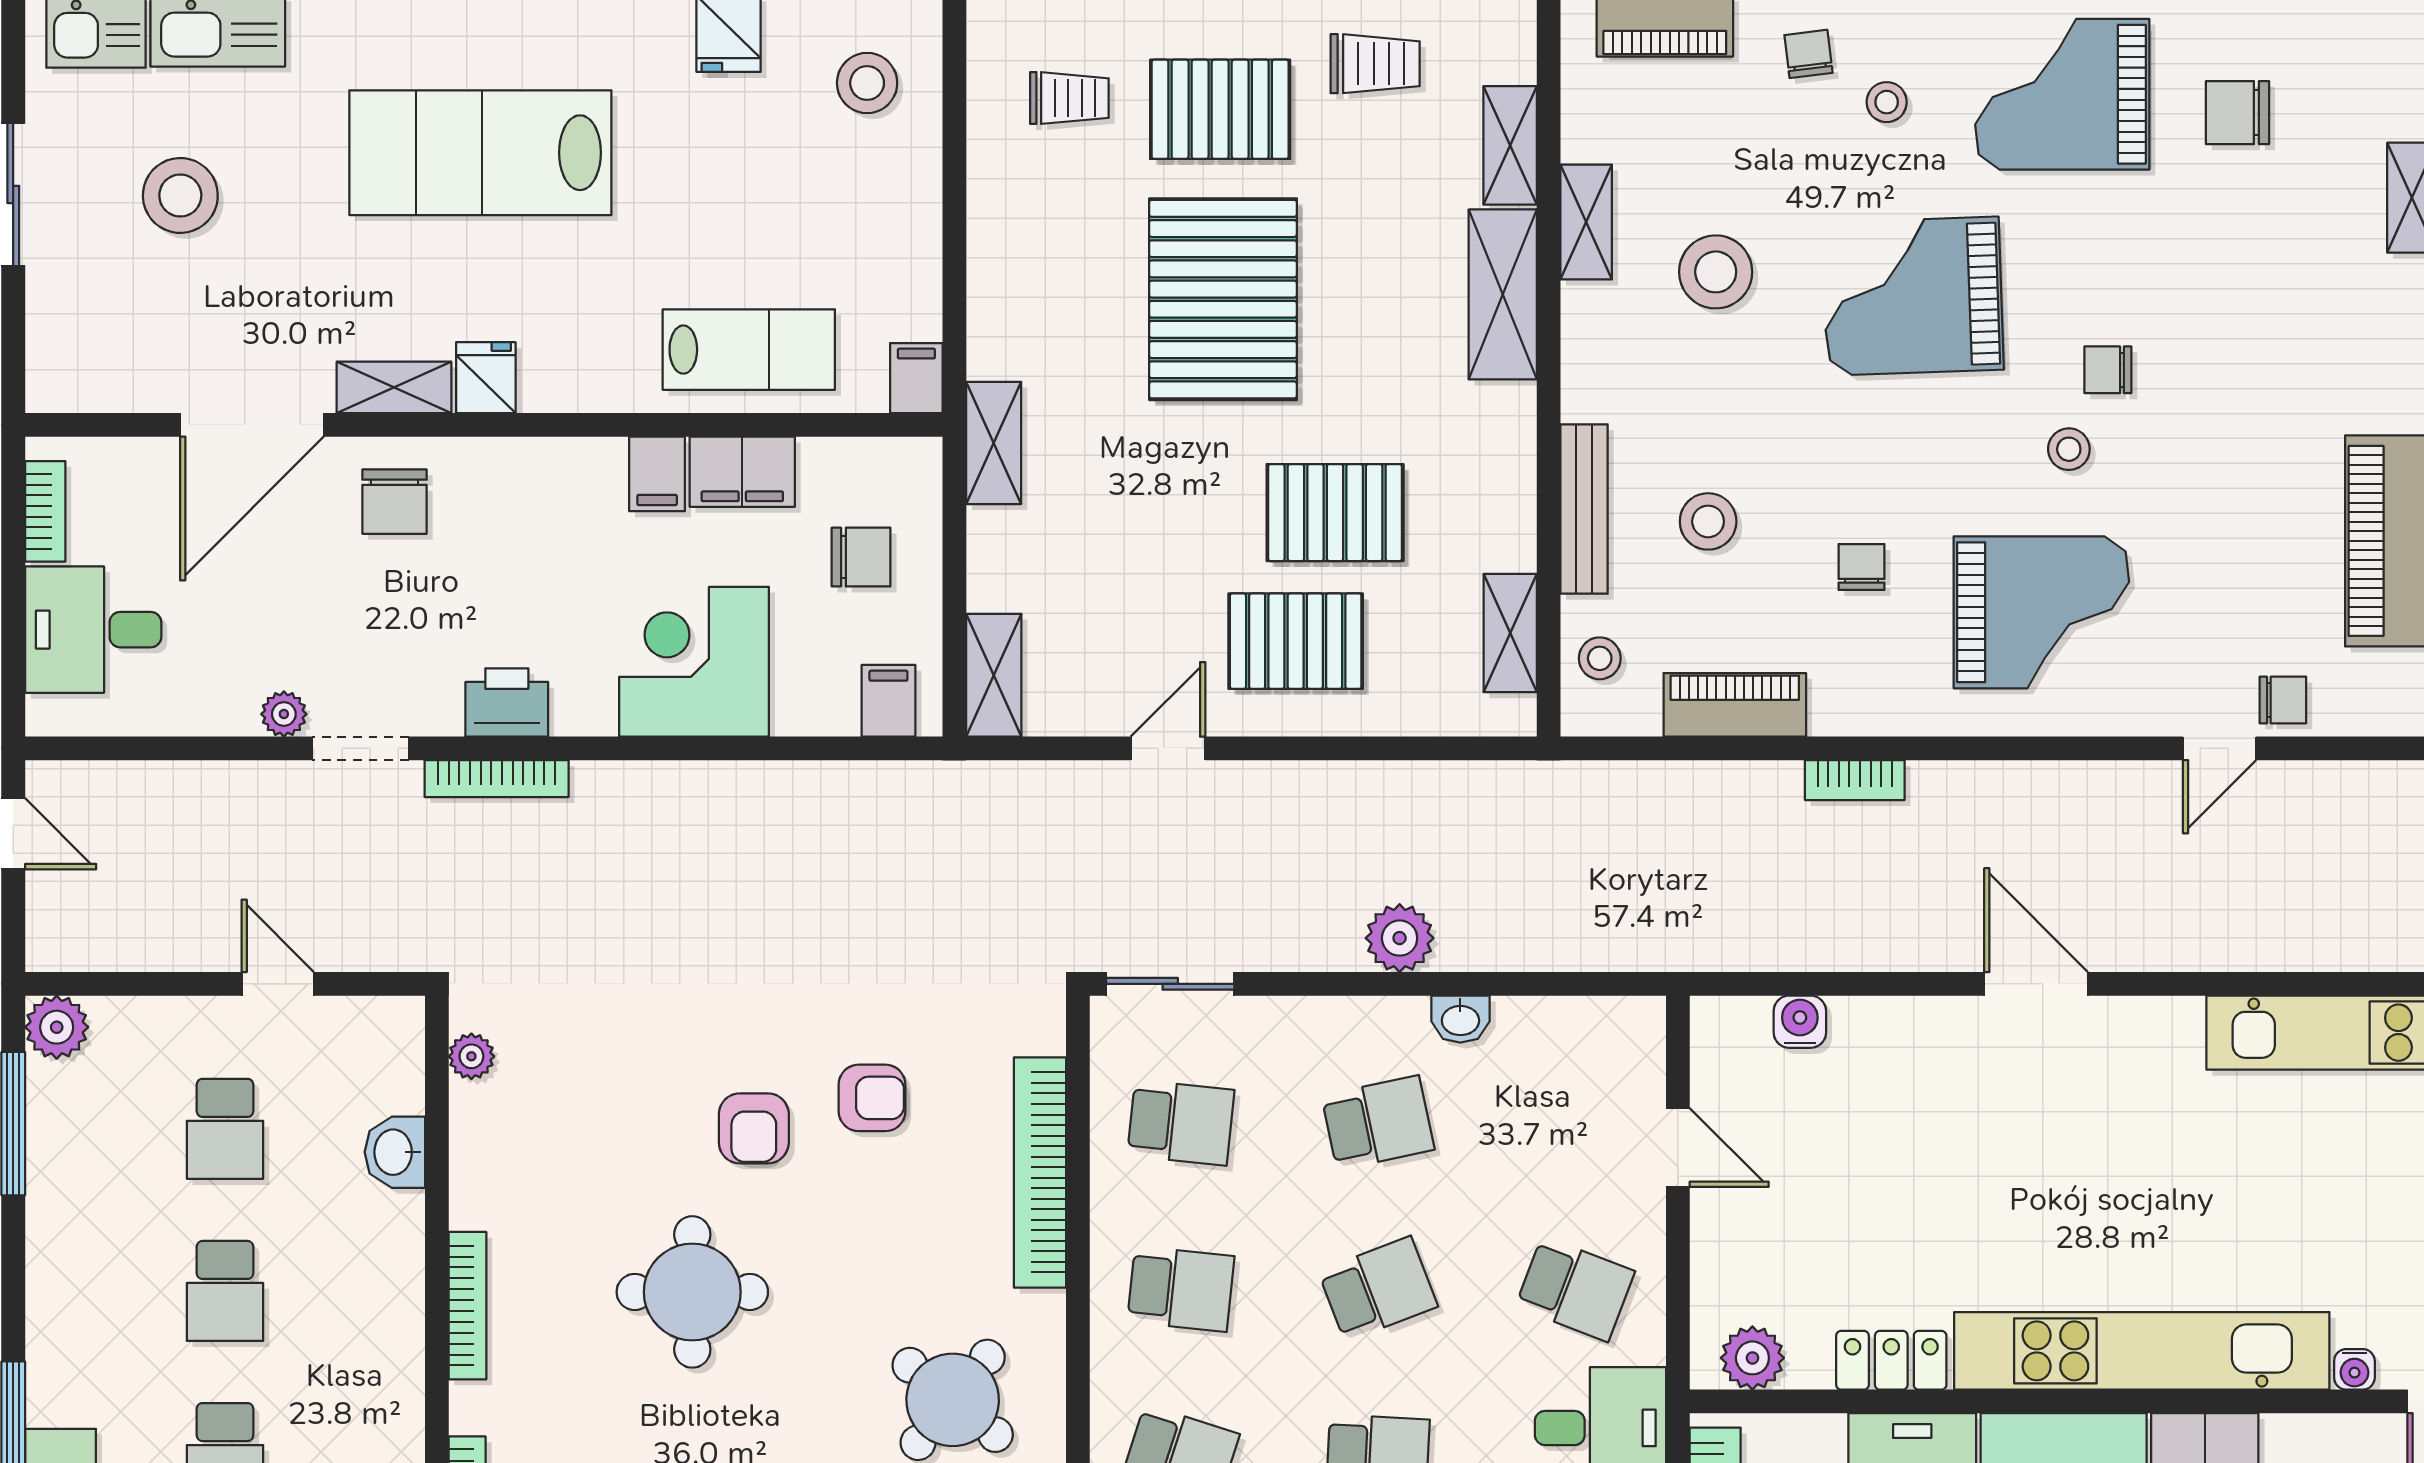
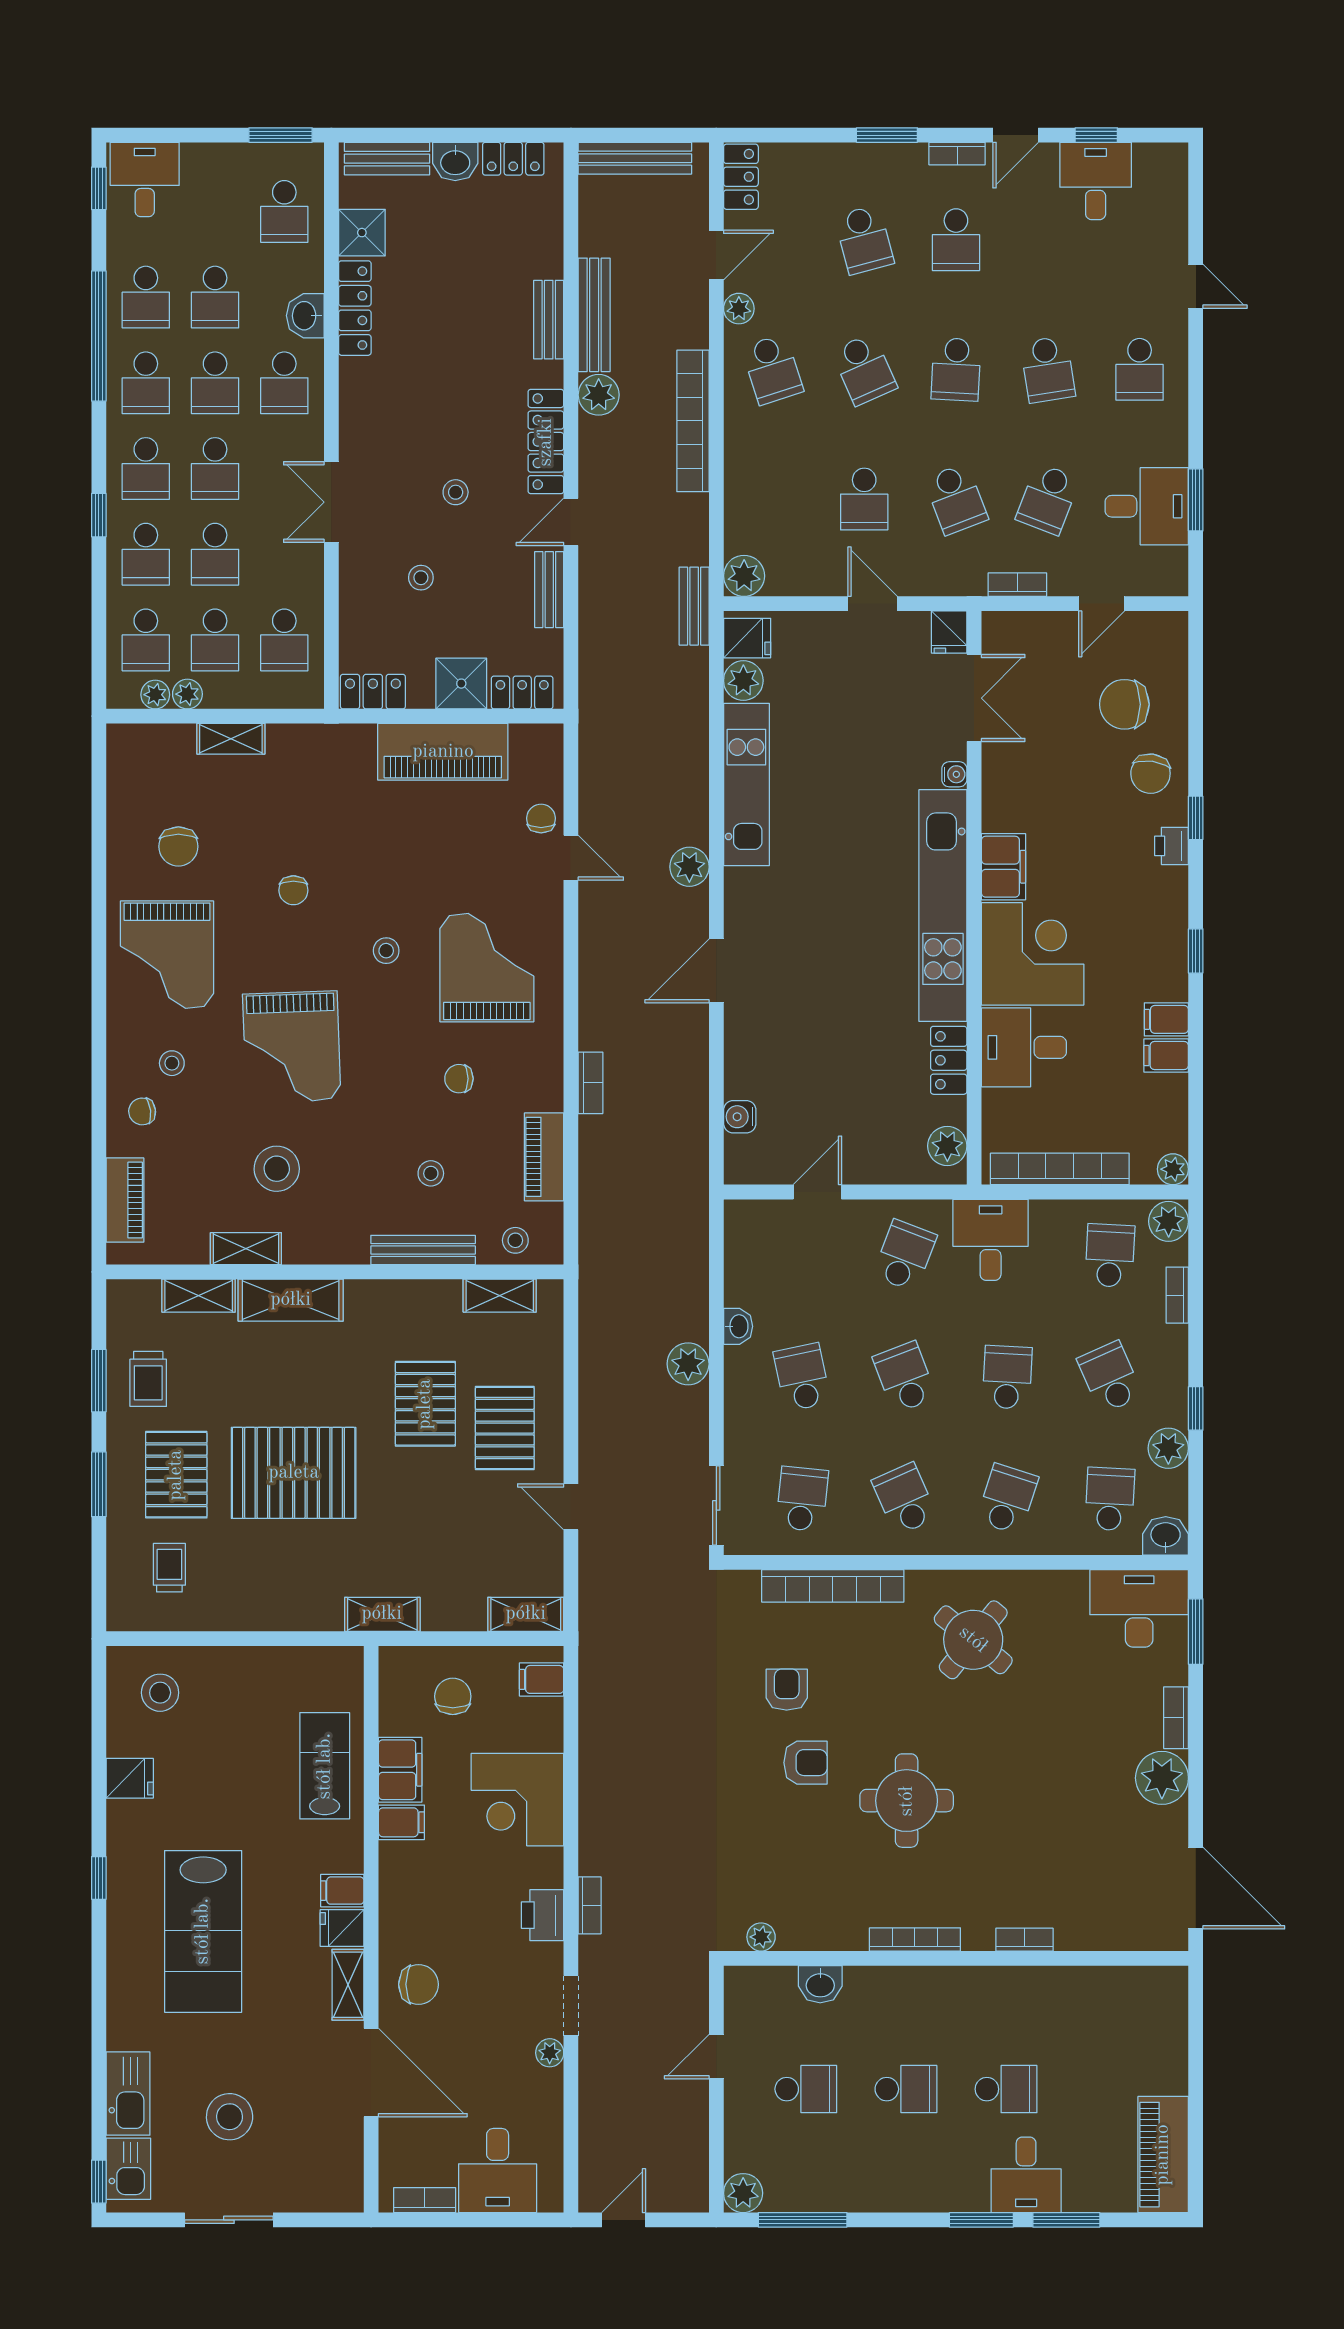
trolley: (1375, 64) -> (148, 1379), turned 180
chair: (2108, 370) -> (293, 890), moved
filing cabinet: (916, 378) -> (342, 1891), moved
stool: (1708, 521) -> (431, 1173), width x0.73, depth x0.73
bookcase: (497, 779) -> (590, 1905), width x0.64
plant: (2205, 940) -> (689, 867), added
school desk: (1181, 1289) -> (905, 1499), turned -30

